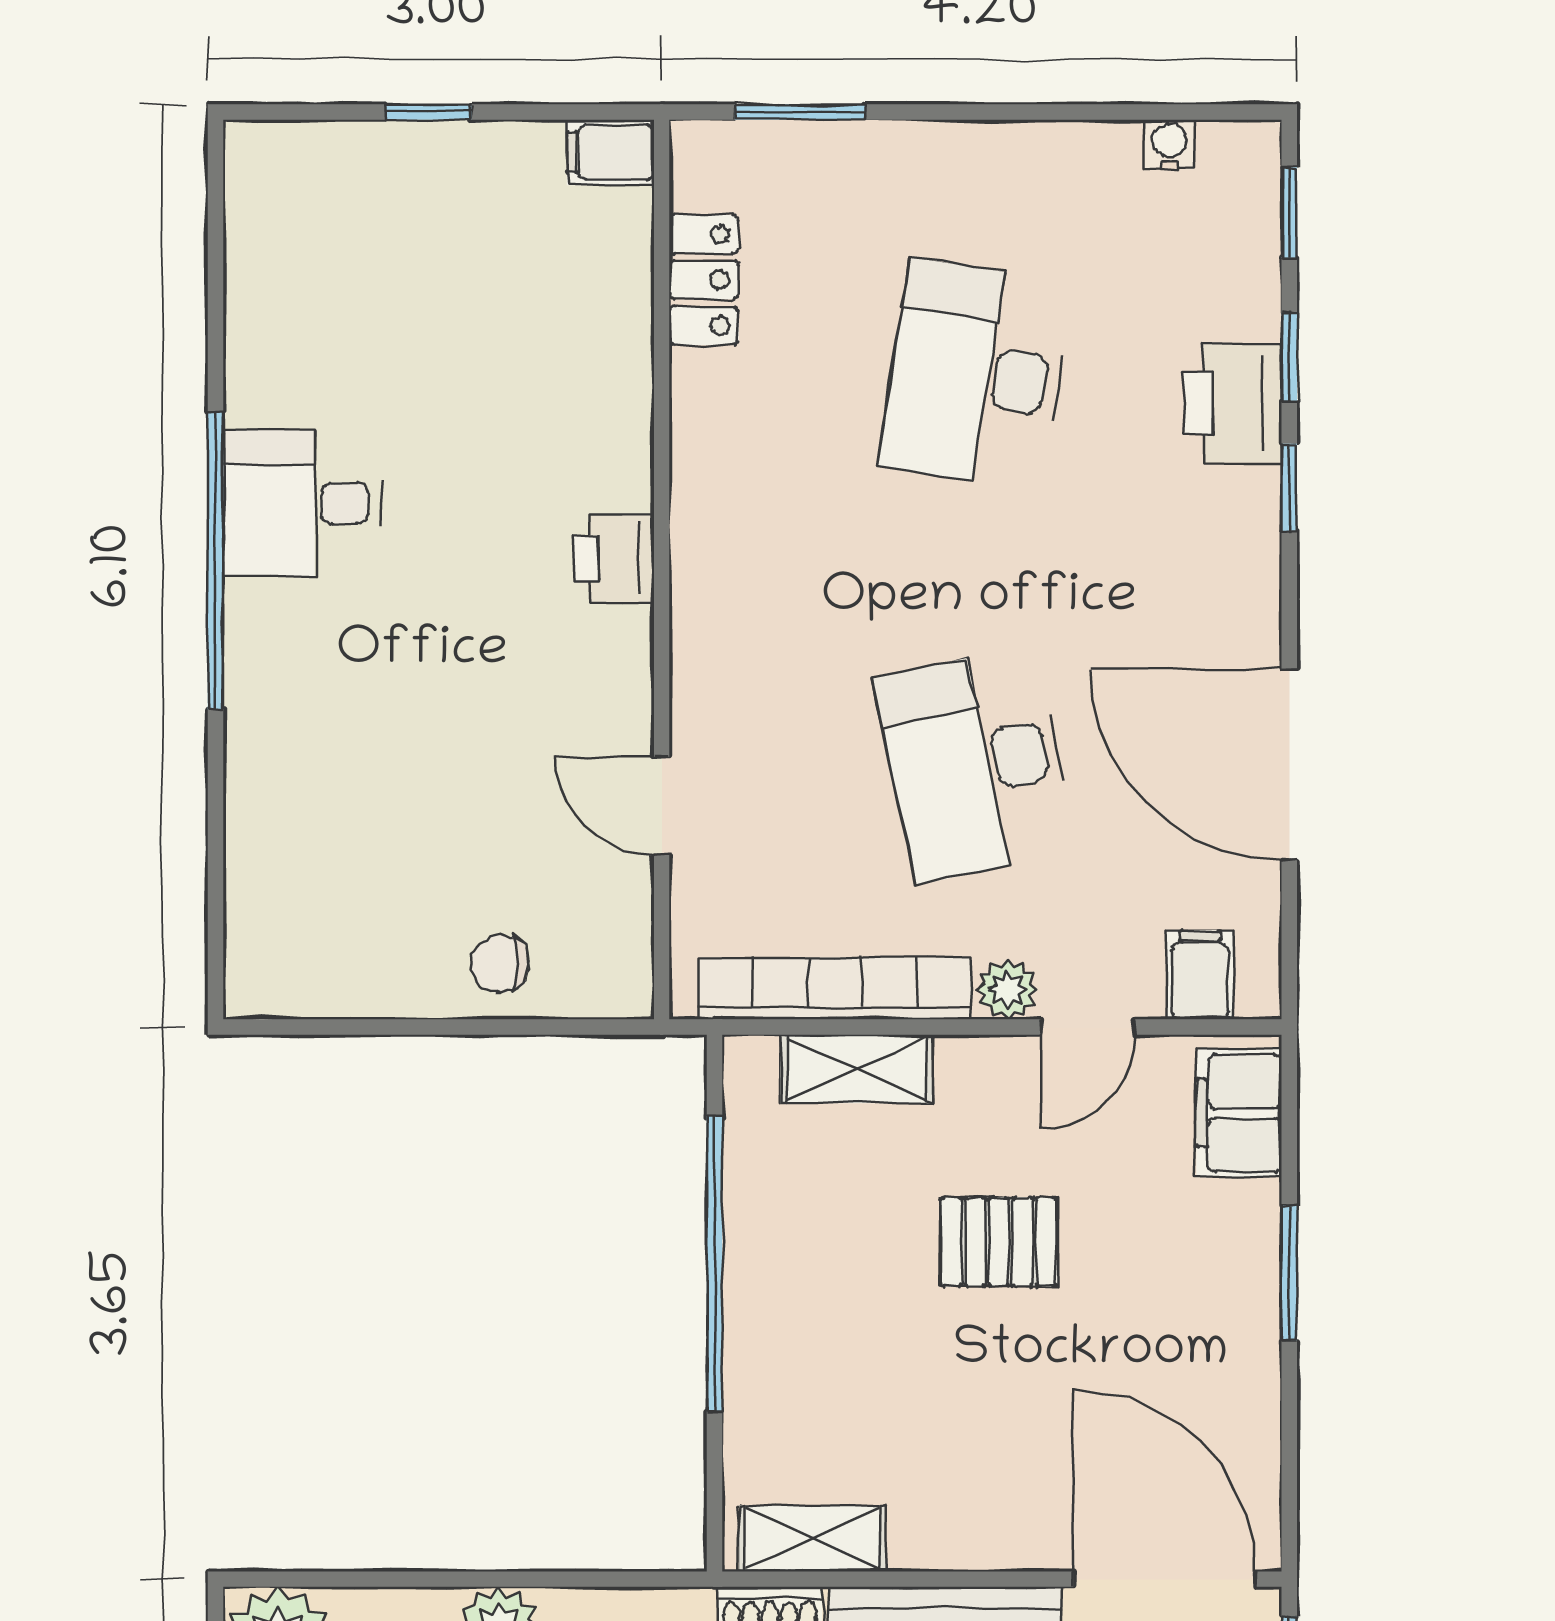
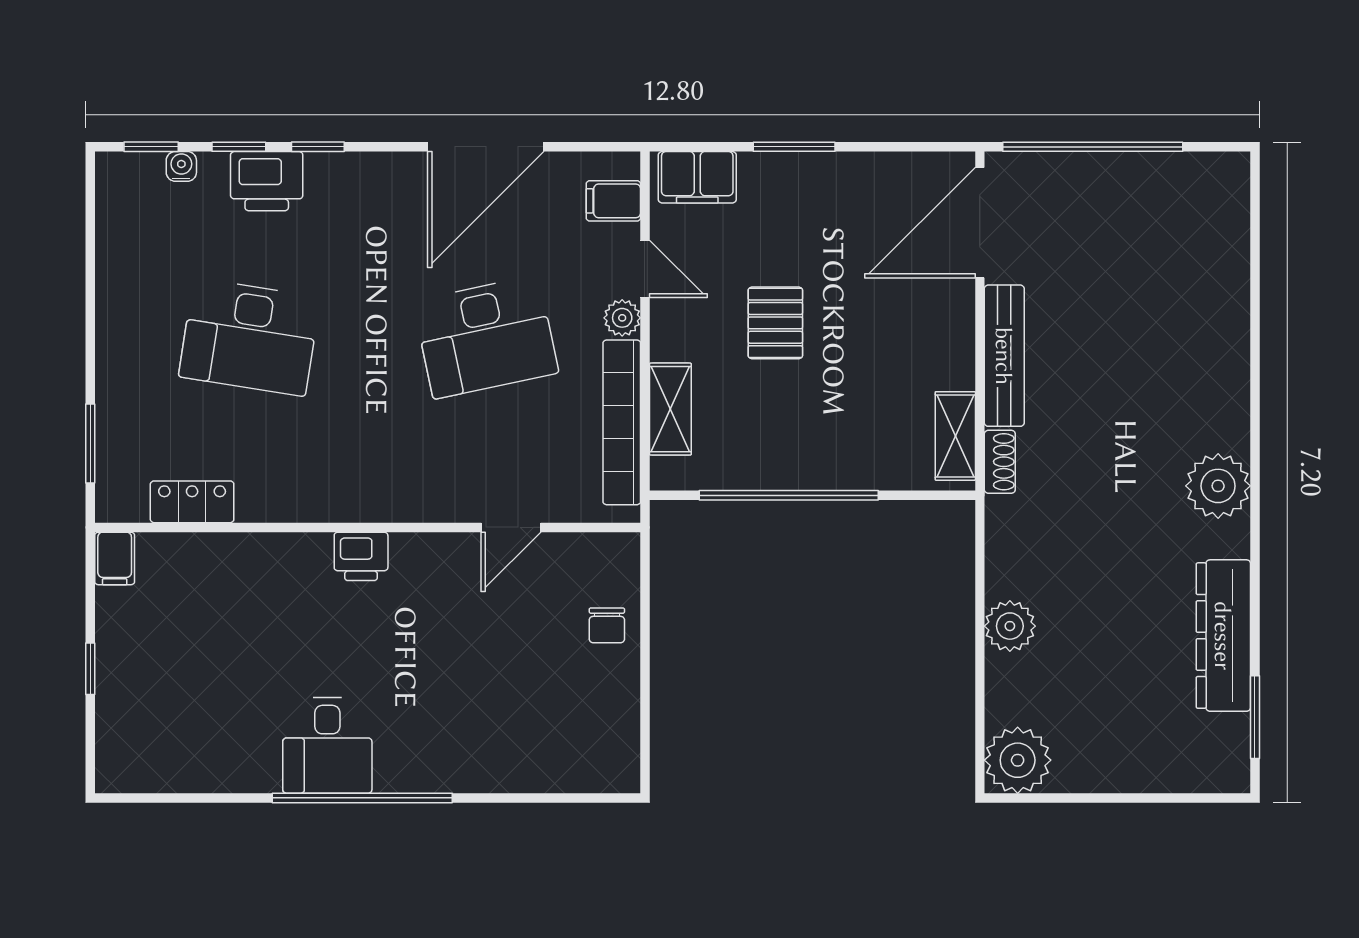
water cooler: (1169, 144) -> (181, 166), moved, turned 90

